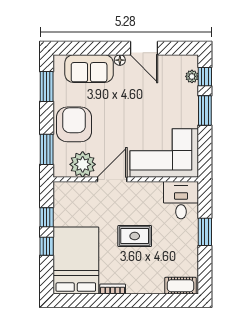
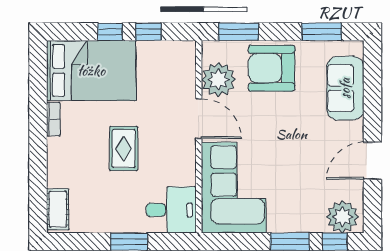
floor lamp: (120, 60) -> (357, 129), removed
plant: (192, 76) -> (342, 217), width x1.88, depth x1.88
armchair: (74, 124) -> (271, 68), turned 180

